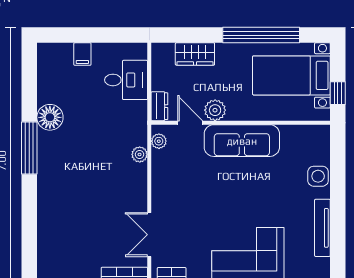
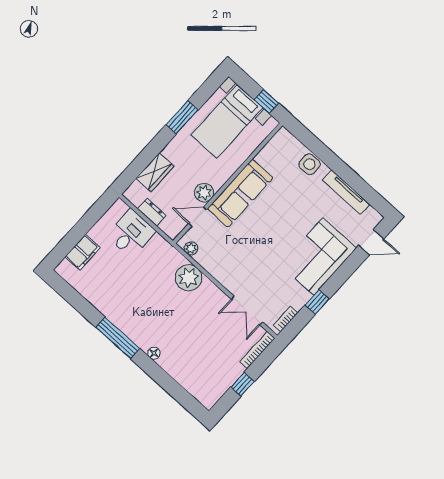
window: (261, 35) -> (182, 117), width x0.47
filing cabinet: (82, 54) -> (83, 252), width x2.00
dresser: (159, 106) -> (152, 212), moved
floor lamp: (50, 117) -> (154, 353), moved, width x0.53, depth x0.53
plant: (140, 154) -> (189, 278), width x1.88, depth x1.88

